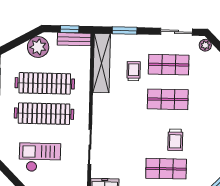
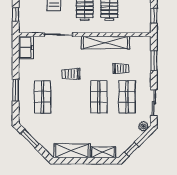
bench: (74, 39) -> (146, 20), removed
shelving: (102, 63) -> (105, 43), moved
trolley: (175, 140) -> (71, 74), moved

